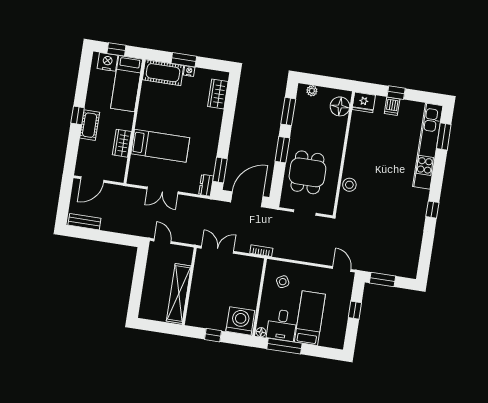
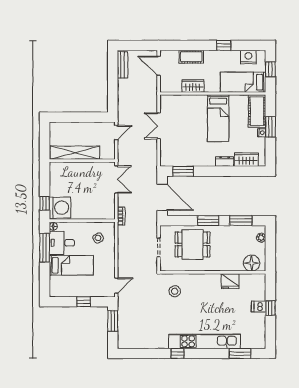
nightstand: (107, 62) -> (248, 57), moved, turned -90
fridge: (364, 102) -> (230, 281), moved, turned -90
window: (78, 115) -> (224, 45), moved
cot: (90, 125) -> (191, 57), moved
bed: (160, 146) -> (218, 118), moved
kitchen unit: (428, 146) -> (205, 341), moved
dresser: (206, 185) -> (225, 162), moved
stool: (349, 185) -> (175, 291), moved
window: (213, 335) -> (45, 203), moved

